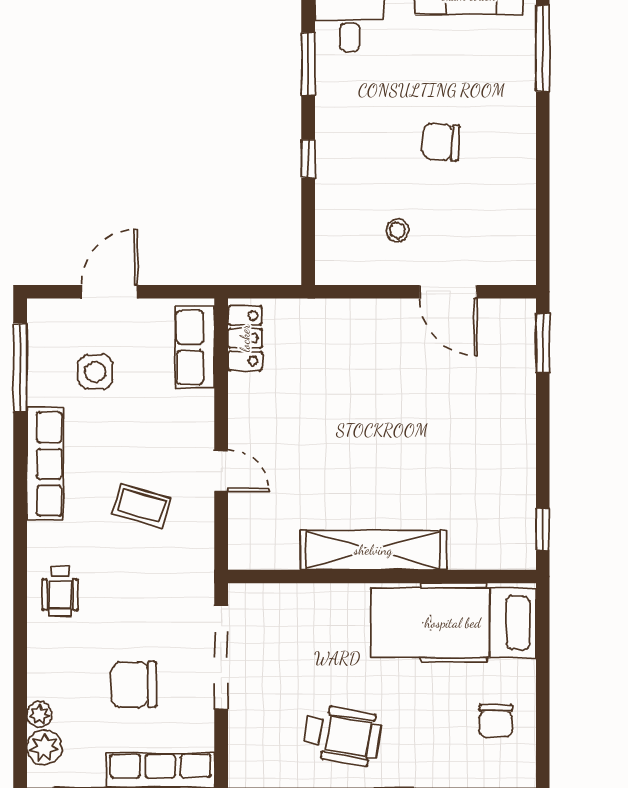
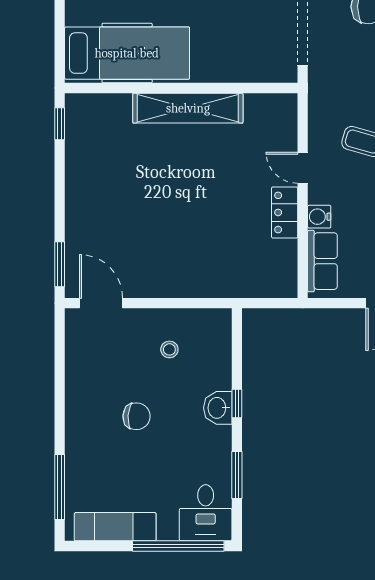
washbasin: (333, 153) -> (218, 408), added
door: (448, 292) -> (101, 303), moved
locker: (245, 338) -> (285, 212), moved
water cooler: (199, 406) -> (319, 217), added

